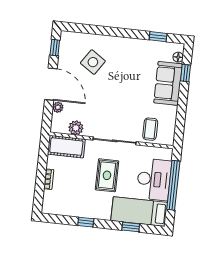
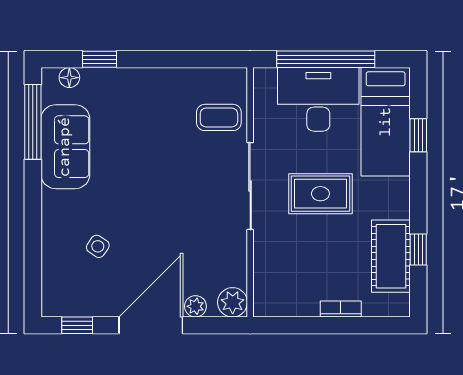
window: (158, 37) -> (33, 122), width x2.17
side table: (93, 62) -> (98, 246), width x0.54, depth x0.54
sofa: (168, 83) -> (65, 147), moved, turned -90
plant: (76, 128) -> (233, 302), moved
cot: (66, 147) -> (391, 256), moved
window: (86, 222) -> (418, 250), moved

